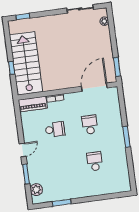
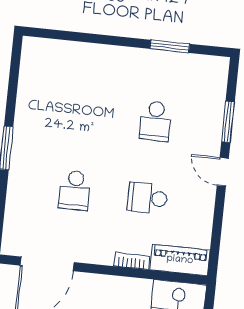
door: (23, 150) -> (223, 172), hinge flipped
school desk: (95, 161) -> (155, 121), moved
plant: (36, 190) -> (215, 85), removed

